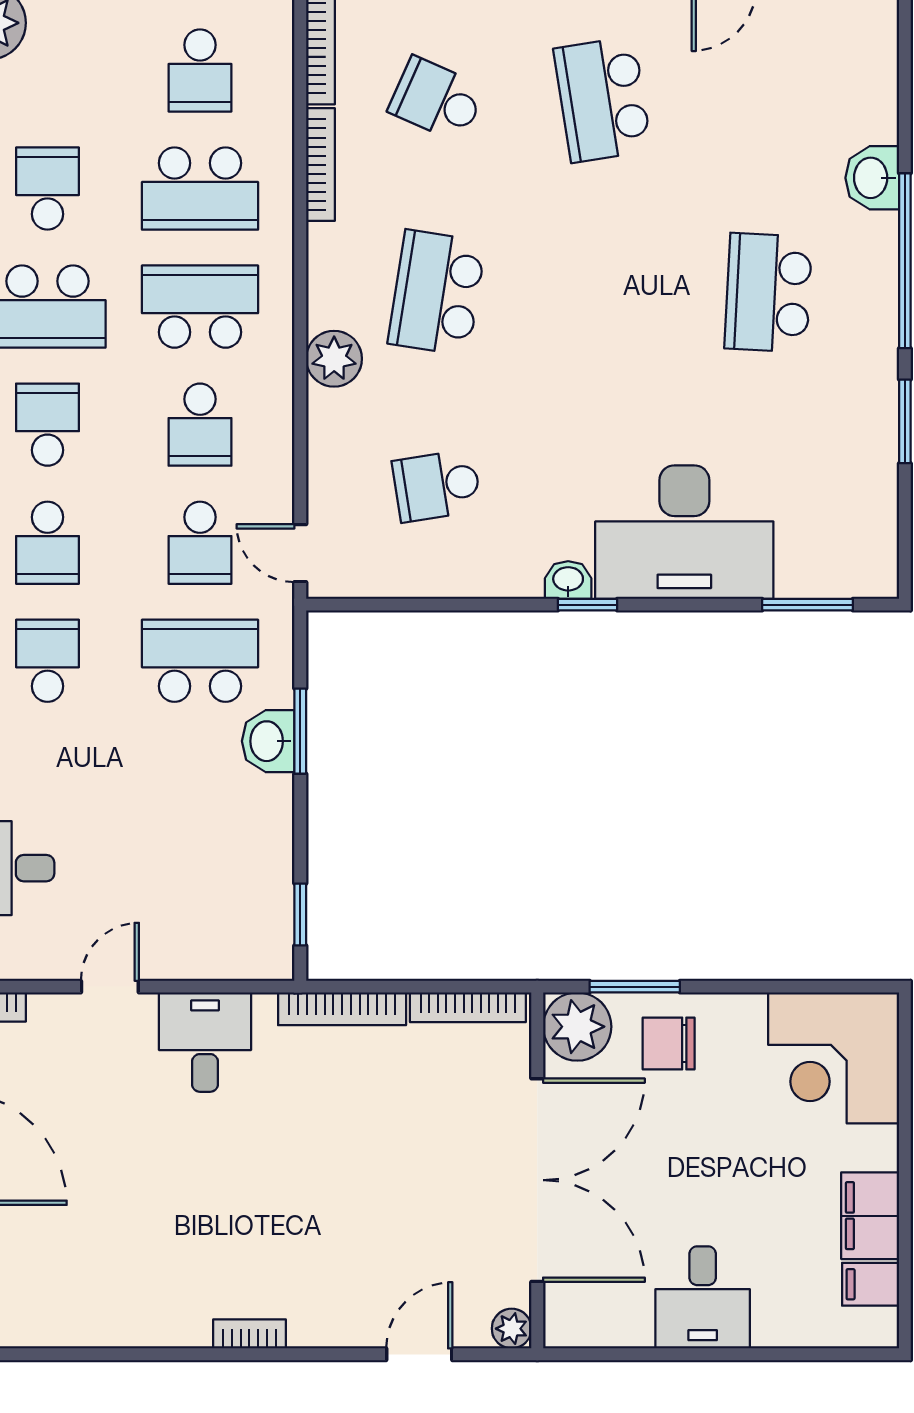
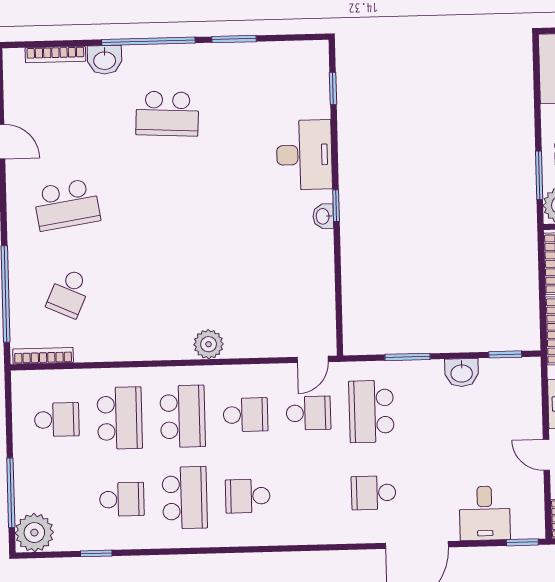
bookcase: (321, 165) -> (55, 55), moved, turned 180
school desk: (47, 189) -> (122, 499), turned 180
school desk: (437, 293) -> (172, 290), removed
school desk: (200, 307) -> (183, 416), turned 180
school desk: (437, 486) -> (275, 288), removed
desk: (684, 532) -> (304, 155), width x0.73, depth x0.77
school desk: (47, 543) -> (311, 494), removed
window: (808, 605) -> (333, 88), width x0.67
washbasin: (268, 741) -> (462, 373), moved

